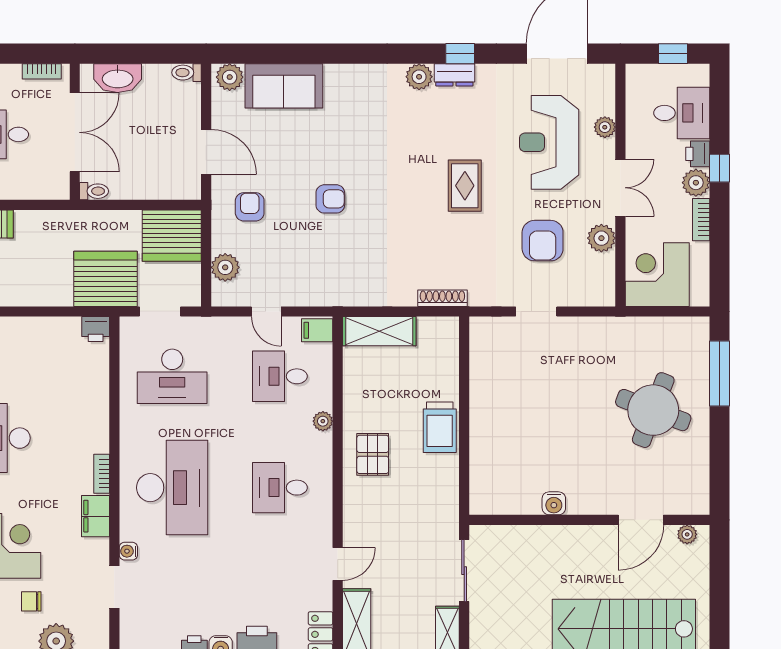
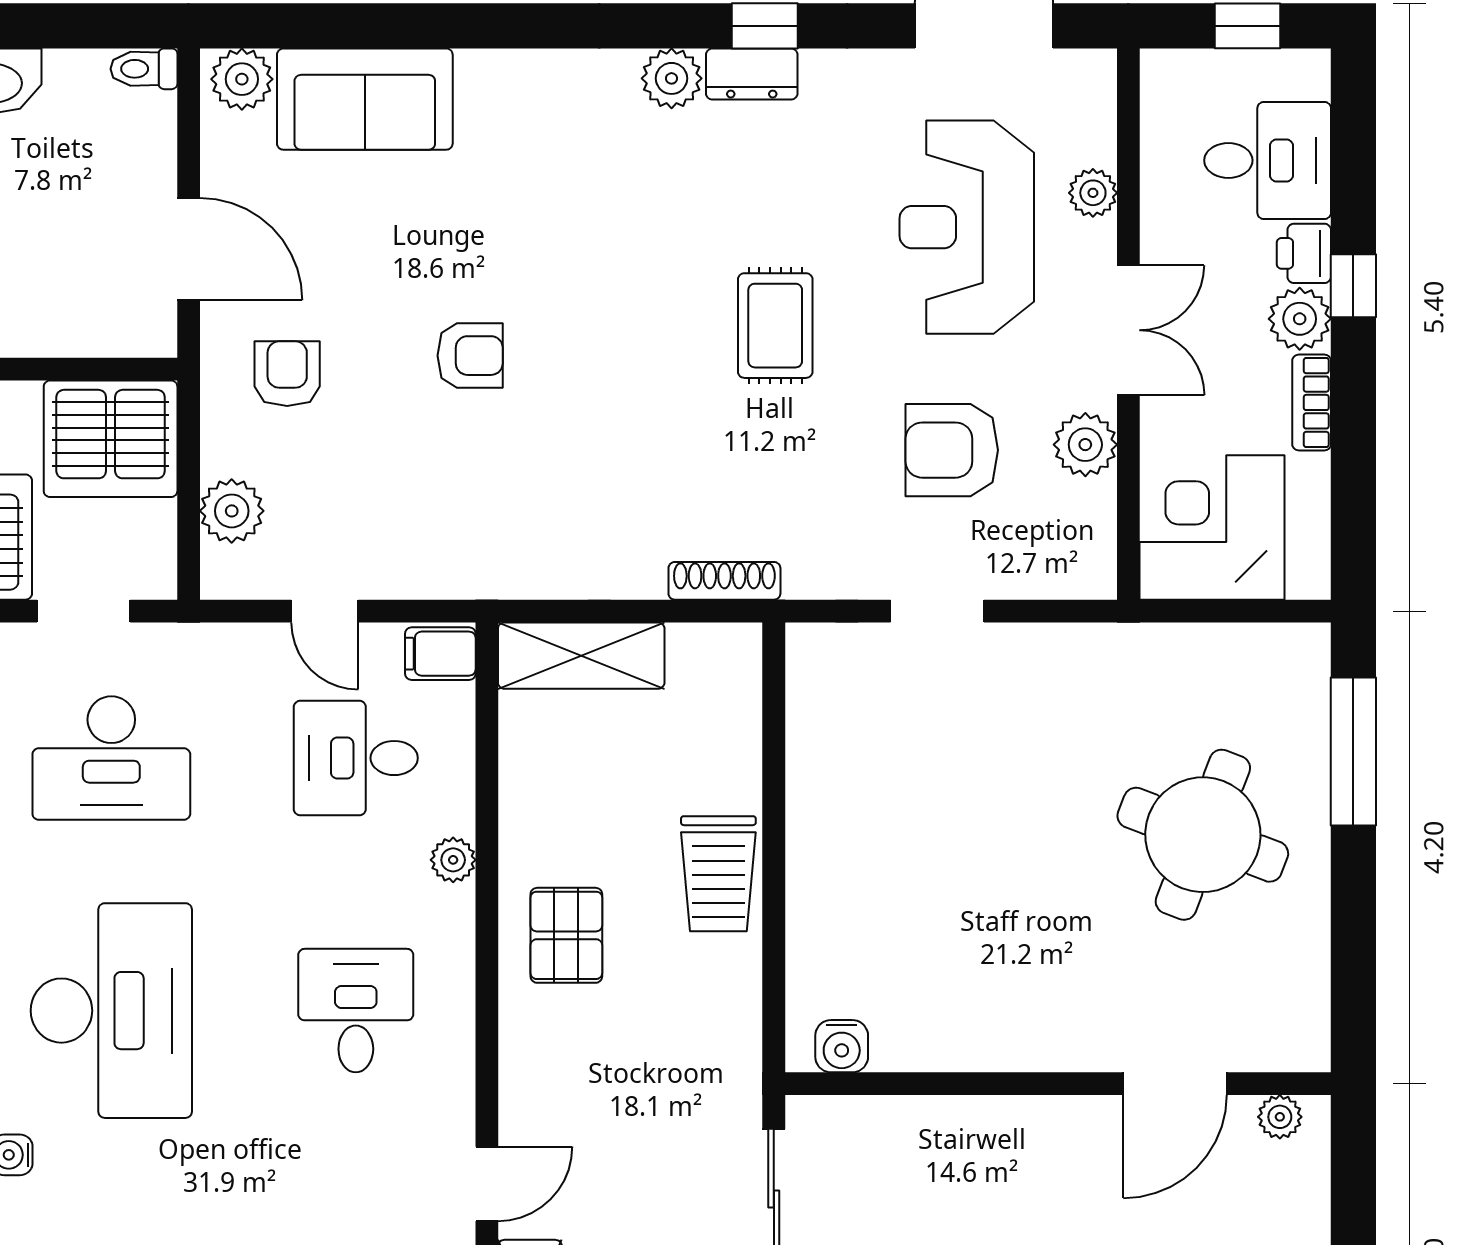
armchair: (543, 241) -> (952, 450), turned 90
desk: (280, 488) -> (356, 1011), turned 90
water cooler: (554, 503) -> (842, 1046), moved

